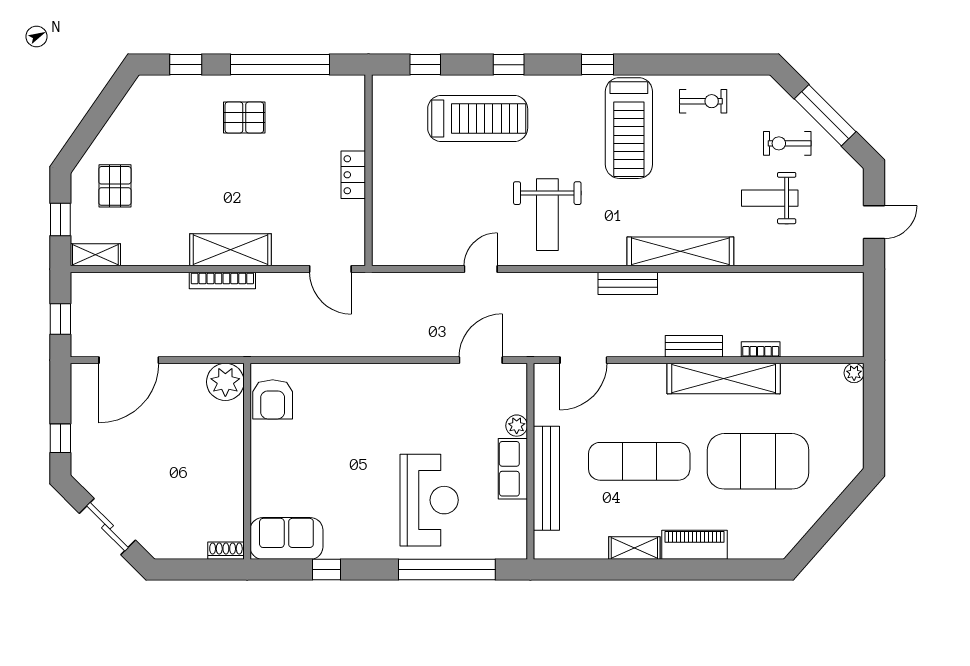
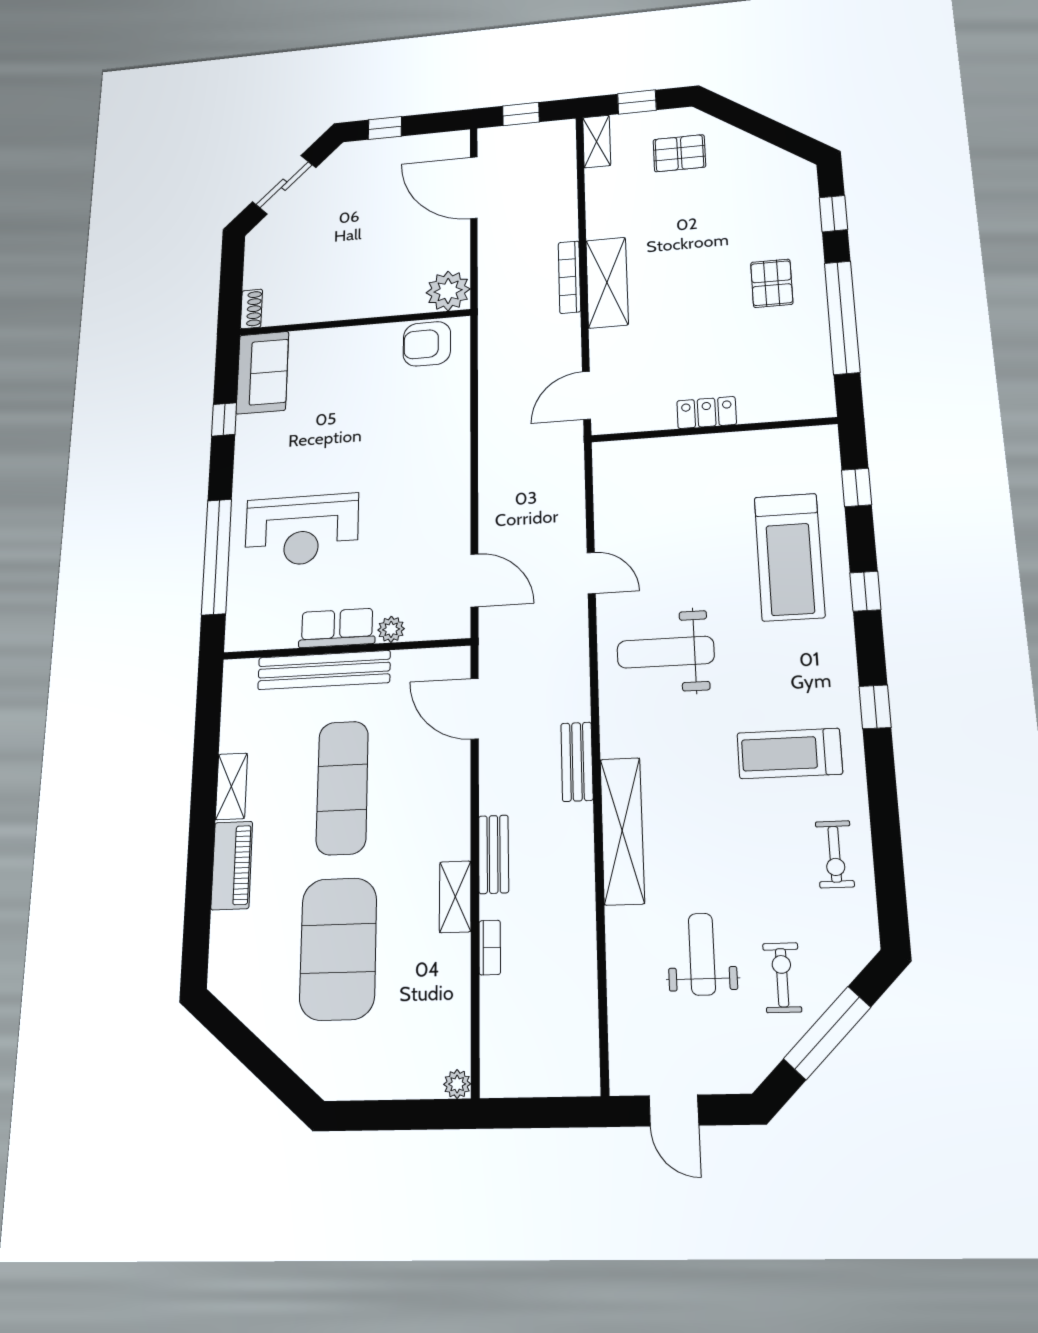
treadmill: (629, 128) -> (790, 753), width x0.73, depth x0.73
shelving: (724, 379) -> (455, 897), width x0.45, depth x0.75

